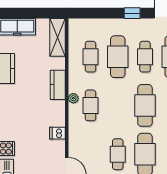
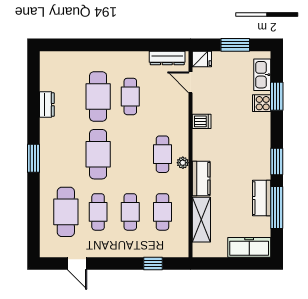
window: (132, 13) -> (153, 263), moved
shelving: (58, 37) -> (201, 220), moved
cafe table: (118, 57) -> (130, 212), width x0.73, depth x0.74

